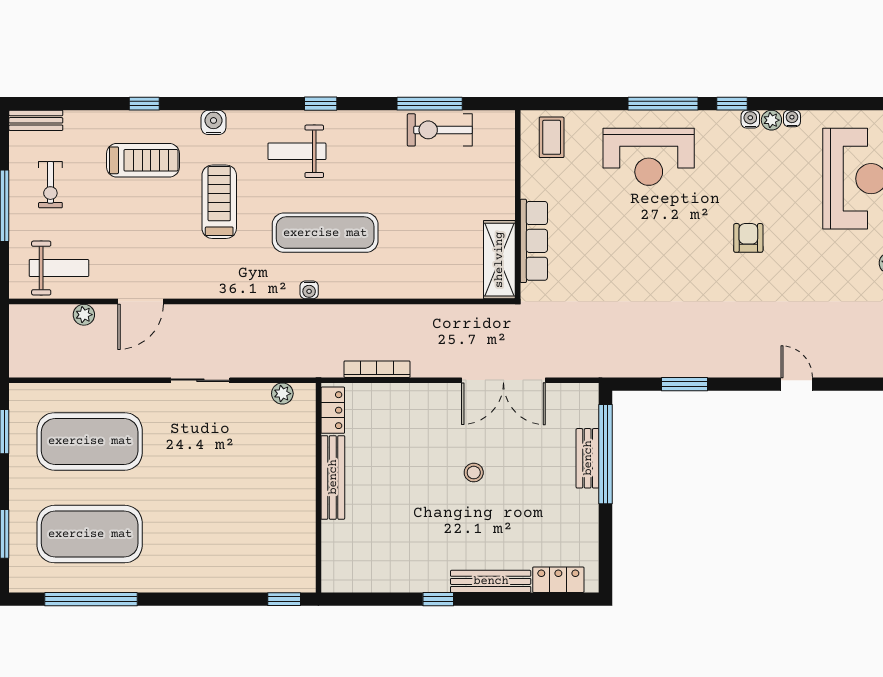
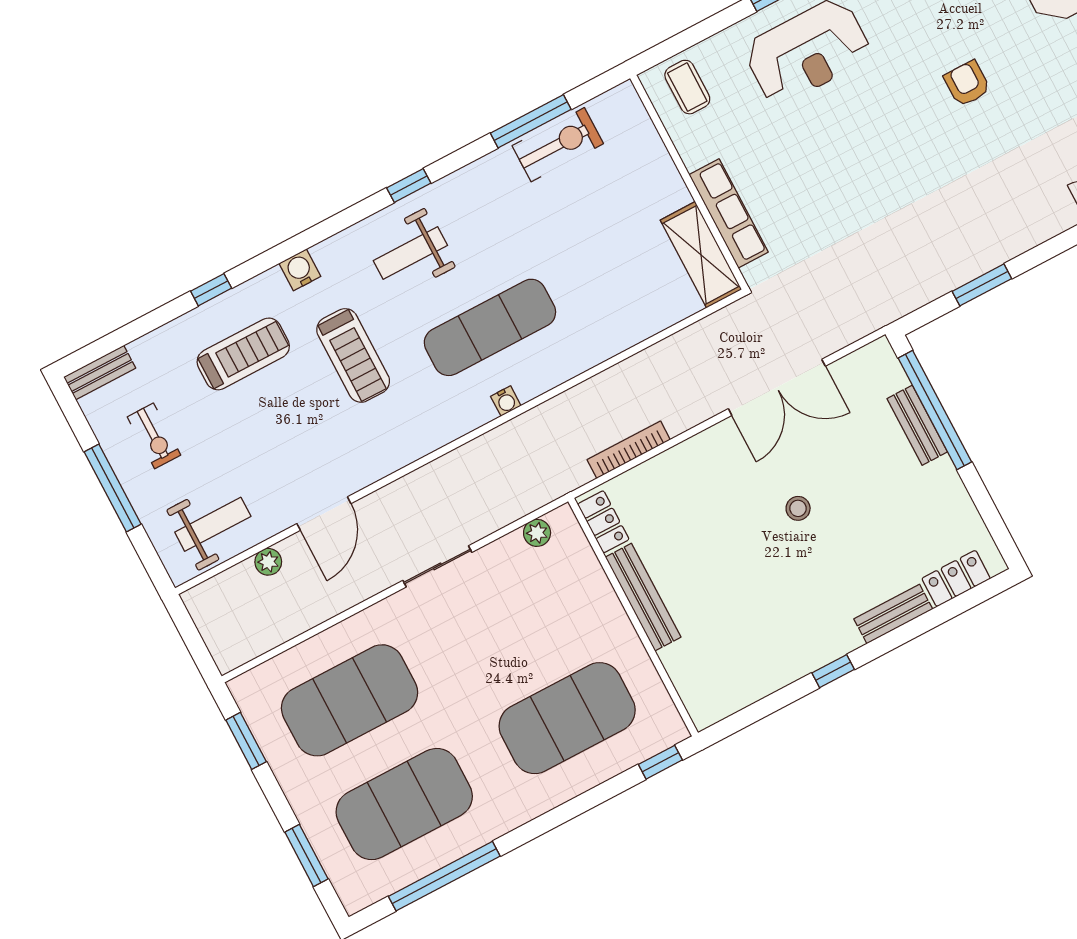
exercise bike: (440, 130) -> (558, 145), turned 180
treadmill: (219, 202) -> (353, 355), turned 180
exercise mat: (235, 534) -> (567, 718), added
bench: (491, 581) -> (893, 614), width x0.73

